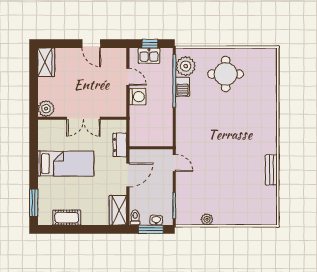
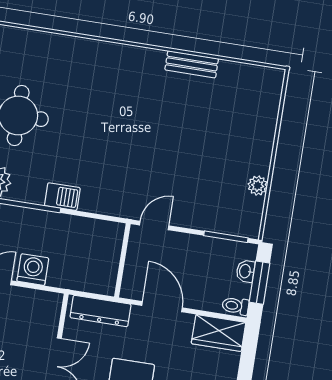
barbecue: (183, 87) -> (62, 197), moved
dresser: (120, 145) -> (101, 311), width x1.44

